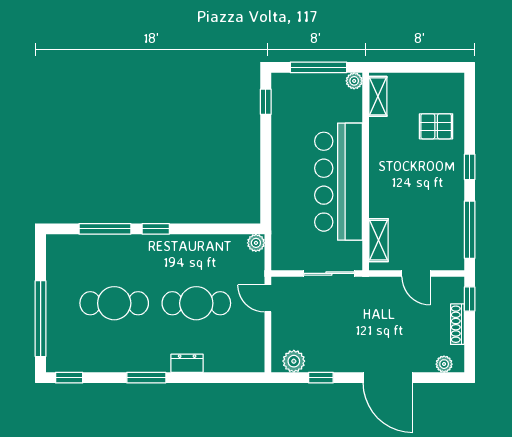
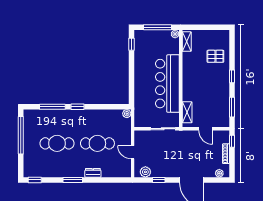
window: (470, 230) -> (232, 107), width x0.69
door: (268, 298) -> (133, 152), moved
window: (41, 319) -> (21, 135), moved

